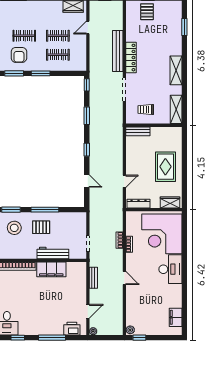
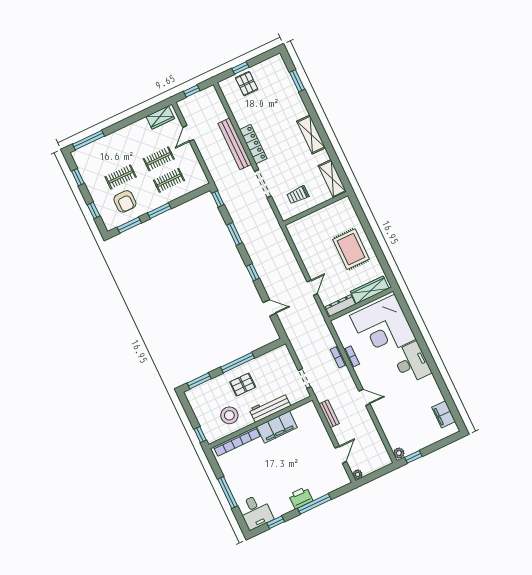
bench: (138, 131) -> (301, 224), removed
wardrobe: (170, 202) -> (370, 290), width x1.50
stool: (14, 228) -> (229, 415), moved
printer: (72, 329) -> (301, 498), moved

